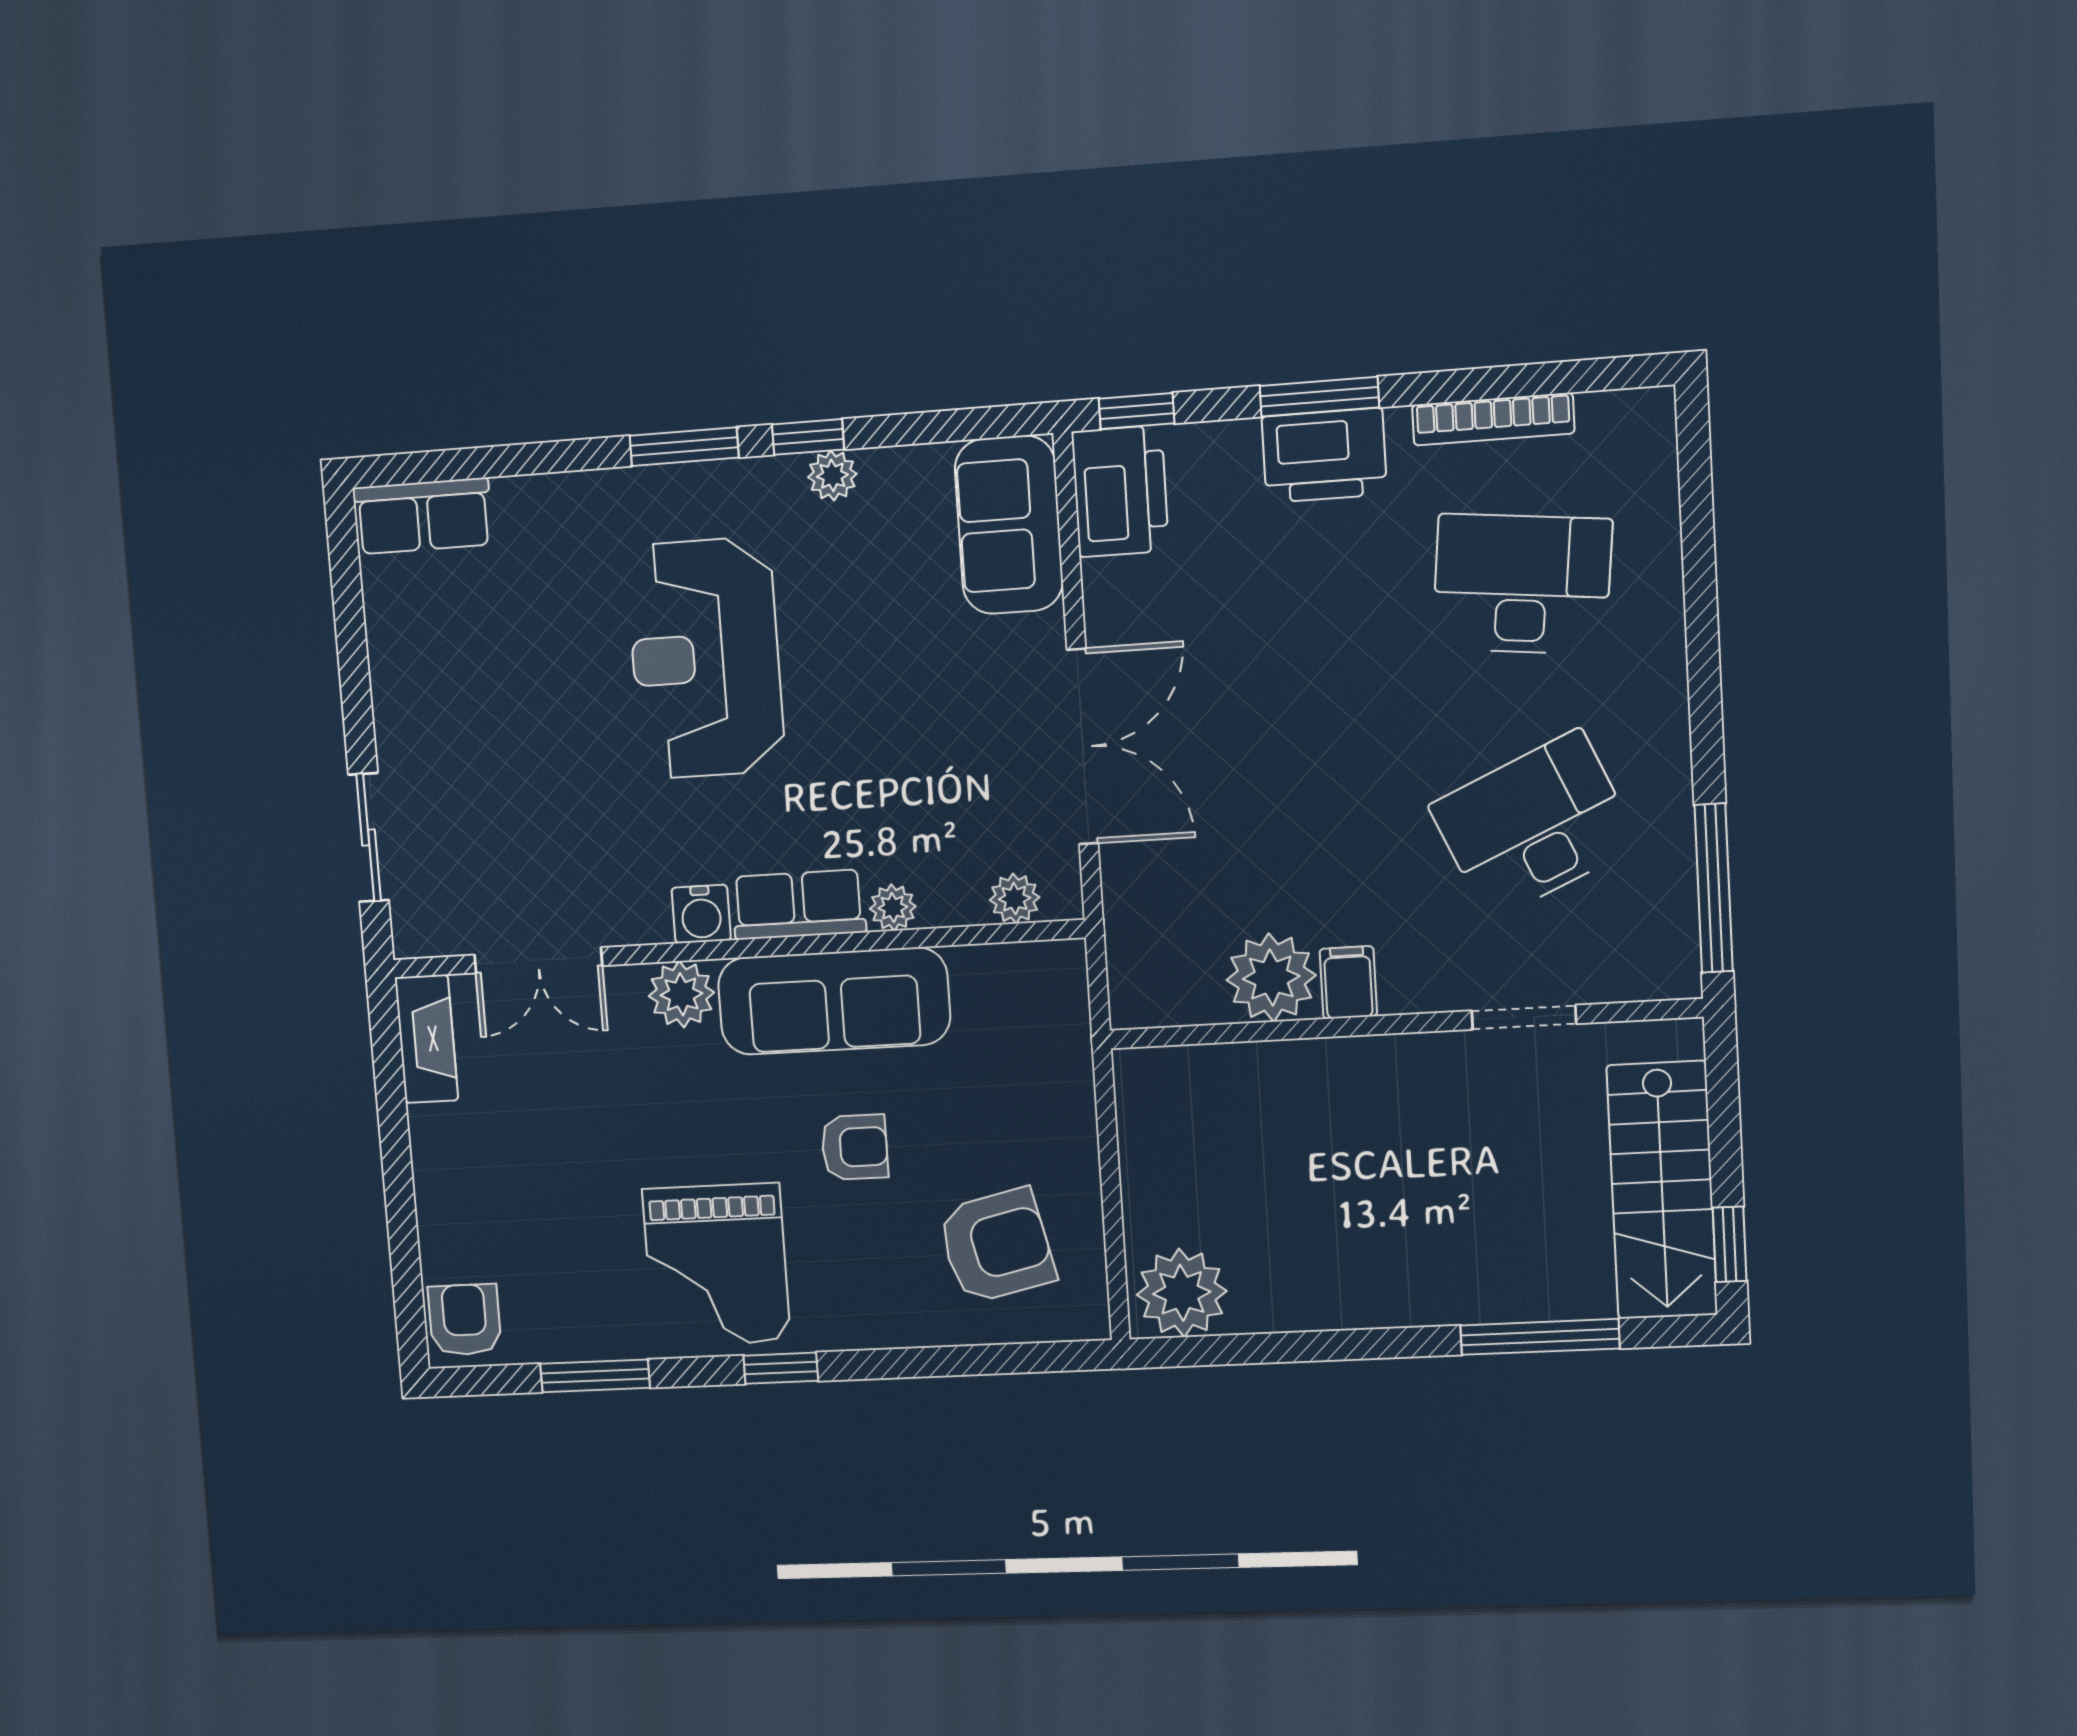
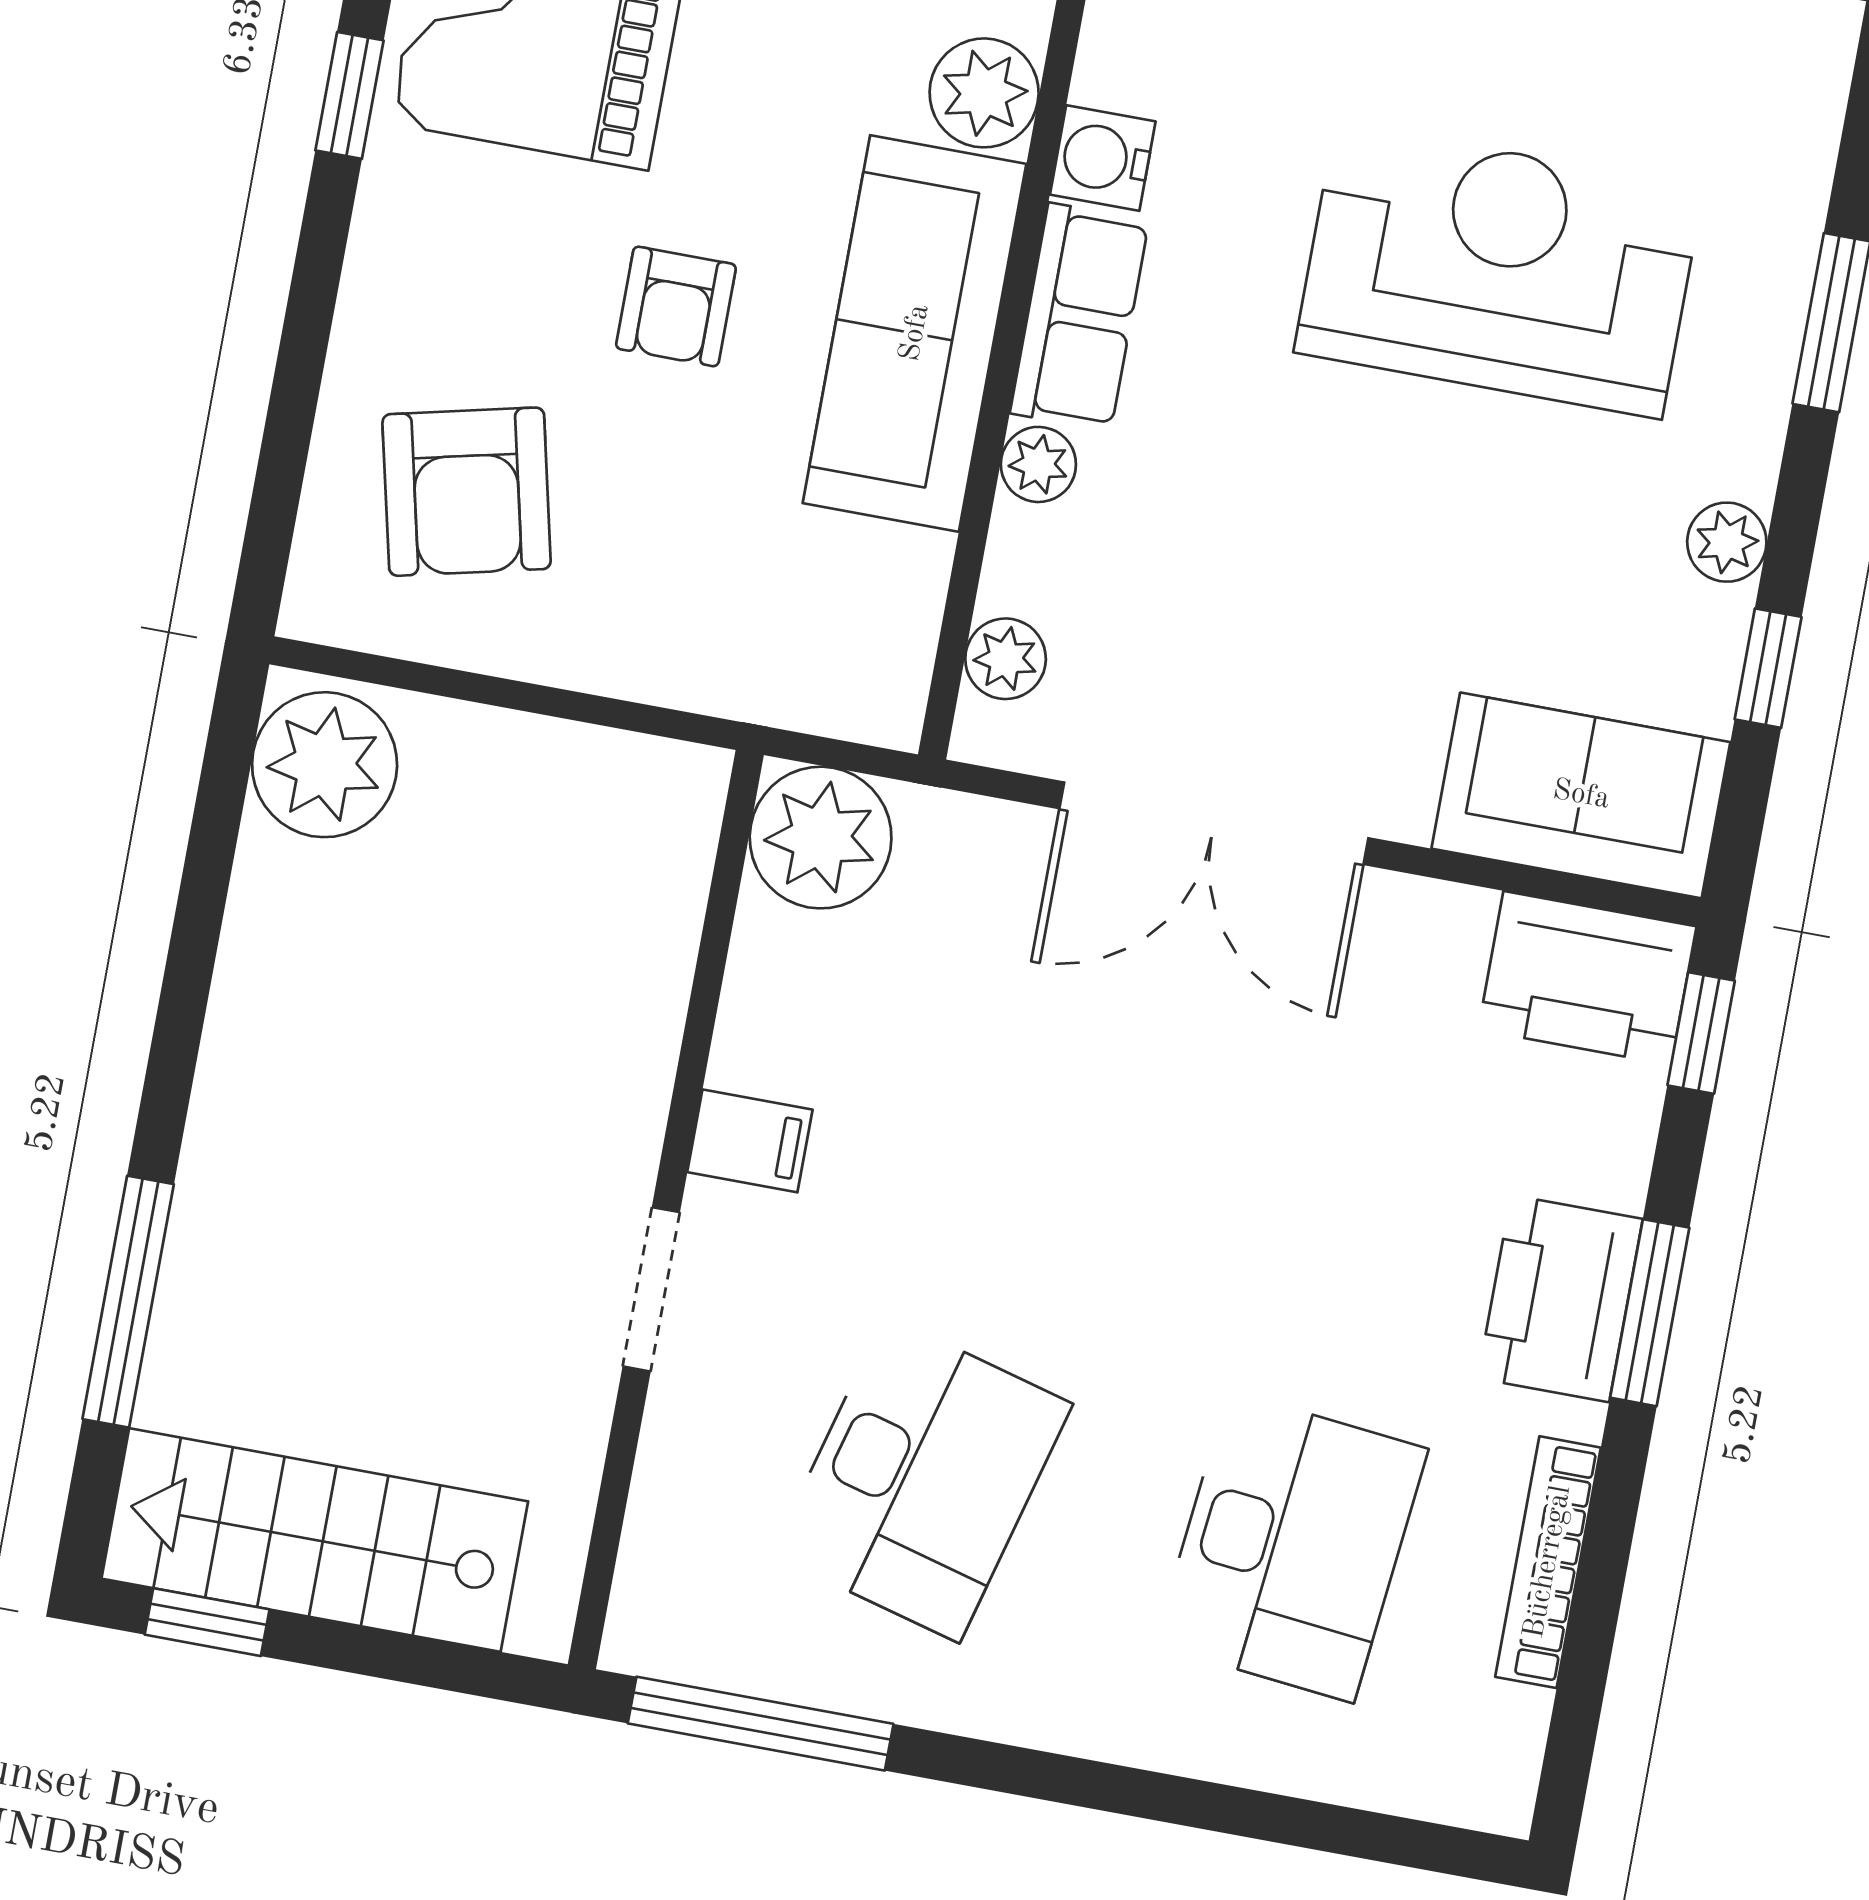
window: (808, 437) -> (1768, 668), moved
desk: (1534, 825) -> (922, 1479), turned 39
plant: (1271, 978) -> (821, 838), moved
doorway: (1524, 1017) -> (651, 1289), moved

